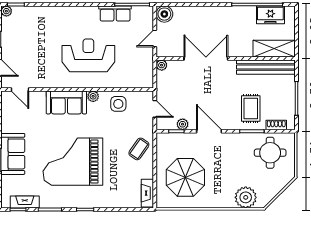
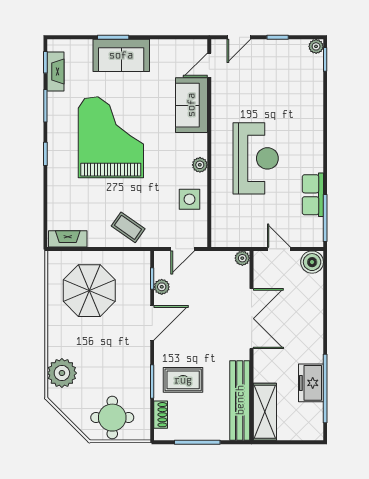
freezer: (270, 15) -> (311, 383), moved
sofa: (66, 102) -> (191, 105), moved
round table: (270, 153) -> (112, 418), moved

